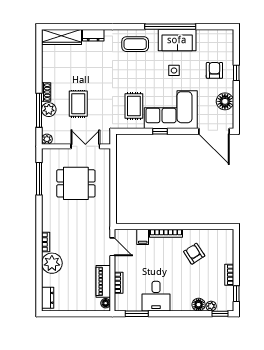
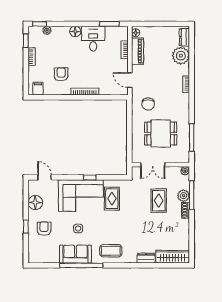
armchair: (214, 70) -> (44, 229), turned 180
door: (214, 131) -> (44, 177), width x0.53
chair: (91, 218) -> (148, 104), added
filing cabinet: (143, 237) -> (38, 89), moved
armchair: (194, 254) -> (61, 74), turned -147
plant: (52, 263) -> (181, 56), moved
floor lamp: (199, 305) -> (75, 32), moved

